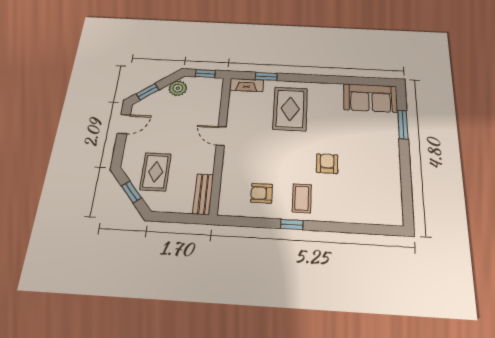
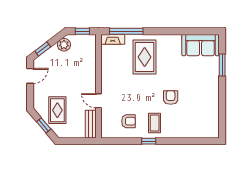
window: (266, 76) -> (126, 31), width x2.17
door: (221, 136) -> (98, 101), moved
armchair: (262, 193) -> (128, 121), turned 180

